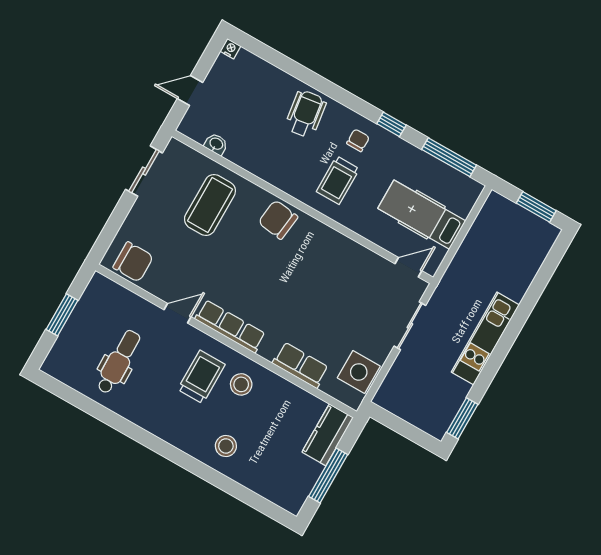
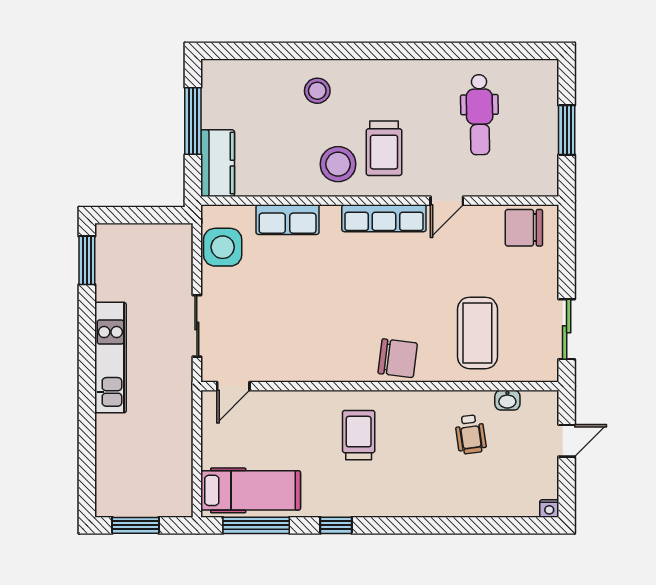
wheelchair: (306, 114) -> (471, 434), moved, width x0.73, depth x0.73
chair: (358, 140) -> (361, 489), removed
hospital bed: (422, 215) -> (251, 490), moved
stool: (241, 384) -> (338, 164), width x1.38, depth x1.38

